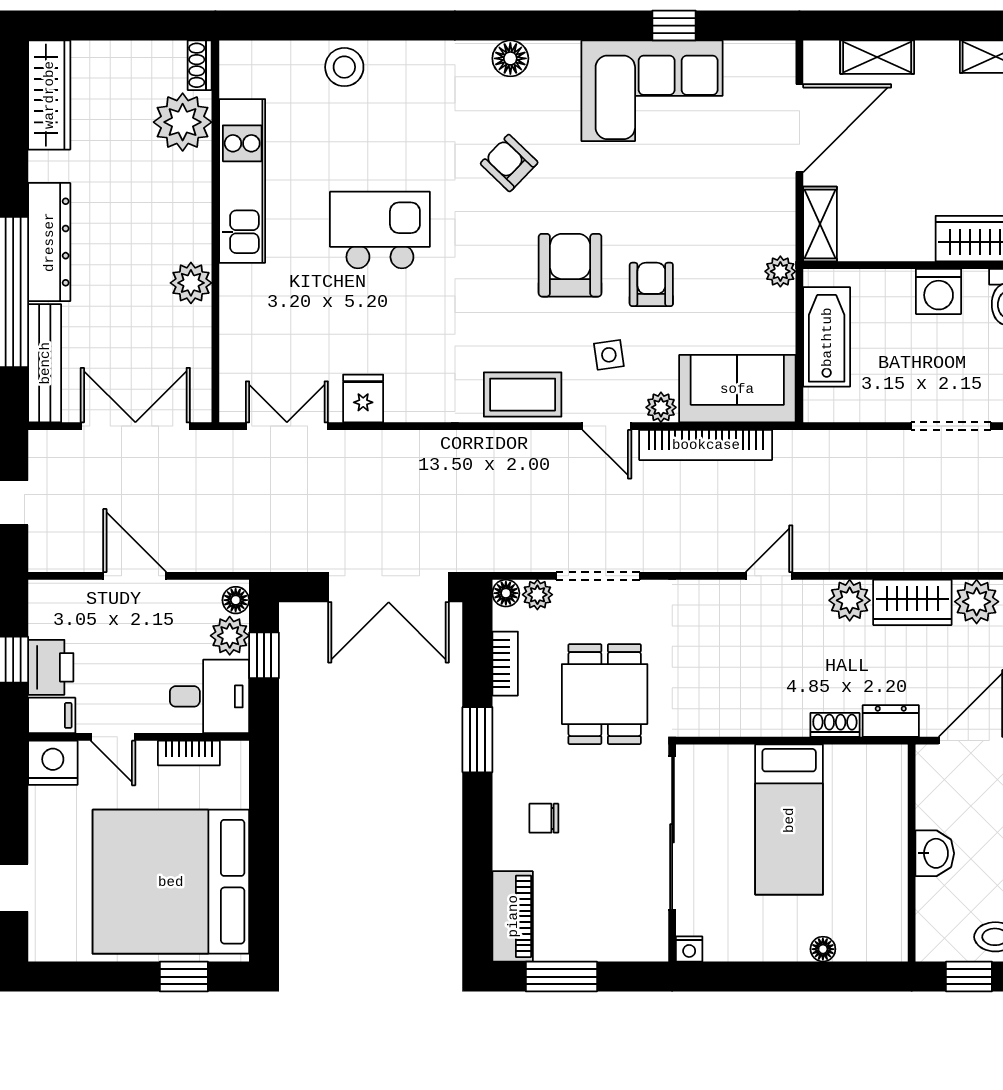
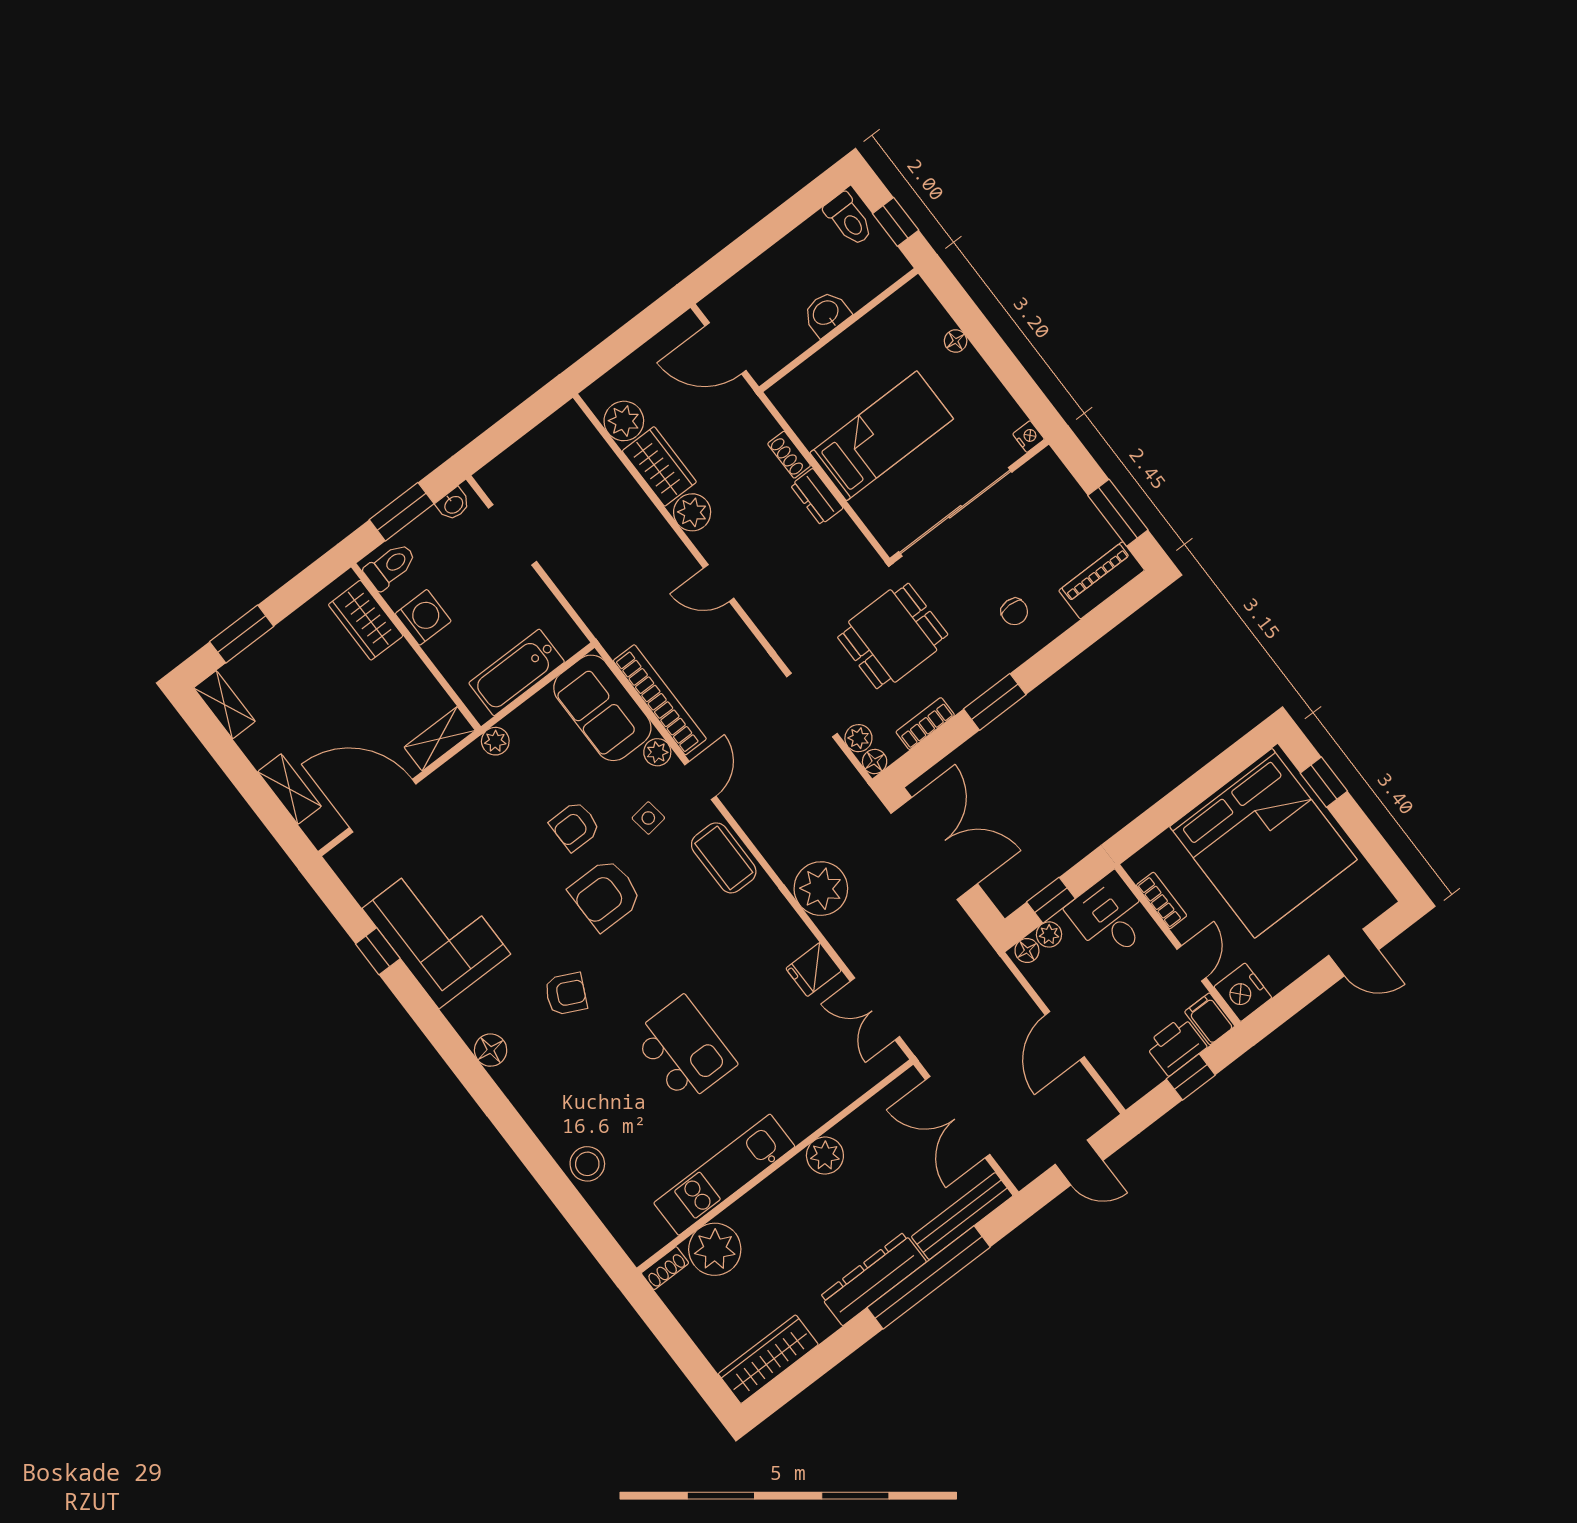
armchair: (509, 163) -> (566, 994), turned -108
kitchen island: (380, 230) -> (684, 1050), turned 180
plant: (430, 460) -> (821, 889), added
plant: (230, 636) -> (1049, 934), width x0.73, depth x0.73
dresser: (891, 721) -> (817, 497), moved

